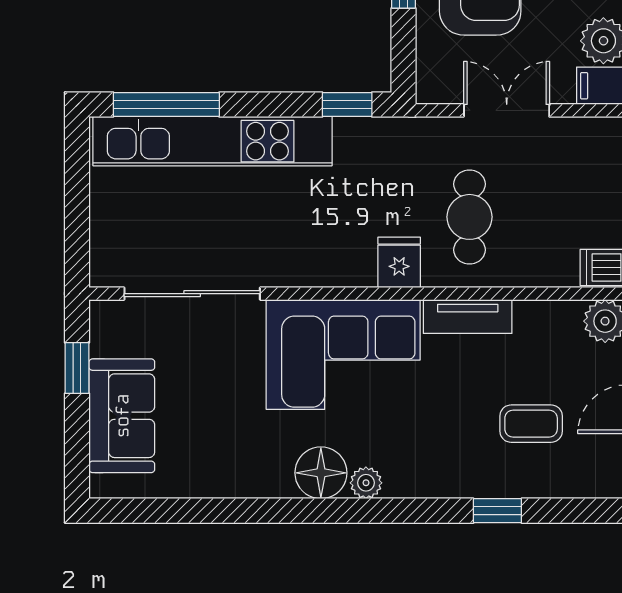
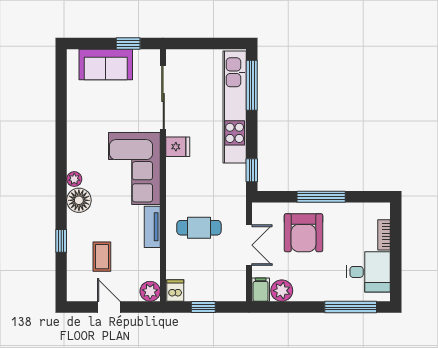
fridge: (399, 262) -> (178, 147), moved
floor lamp: (321, 473) -> (79, 200), moved

